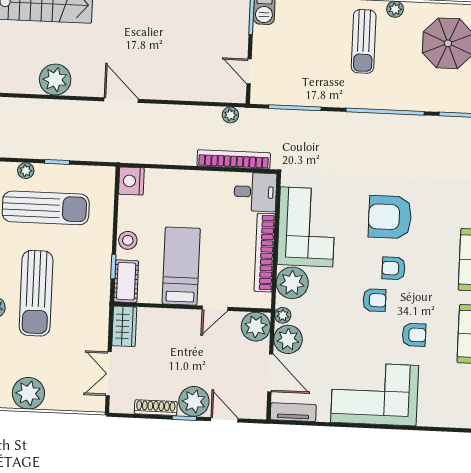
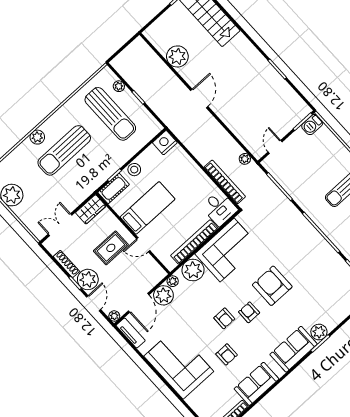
plant: (256, 327) -> (114, 316), moved, width x0.53, depth x0.53
rug: (185, 345) -> (111, 248), added

